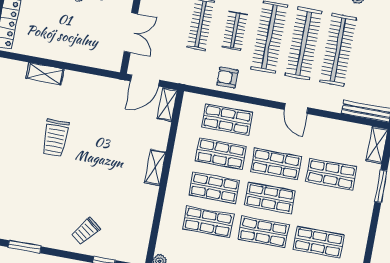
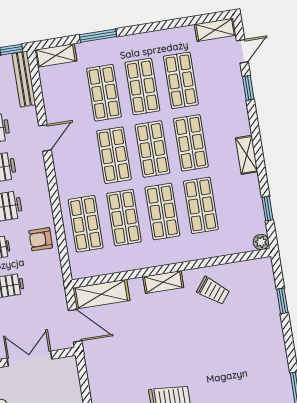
armchair: (228, 78) -> (41, 239), turned 90
shelving: (167, 104) -> (101, 294), width x1.50, depth x1.33
door: (296, 109) -> (45, 138), moved
shop shelf: (325, 208) -> (142, 87), added
trolley: (86, 231) -> (213, 291), moved

